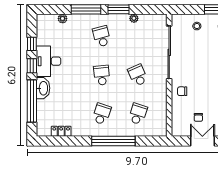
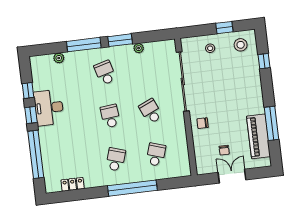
washbasin: (43, 88) -> (46, 139), removed

